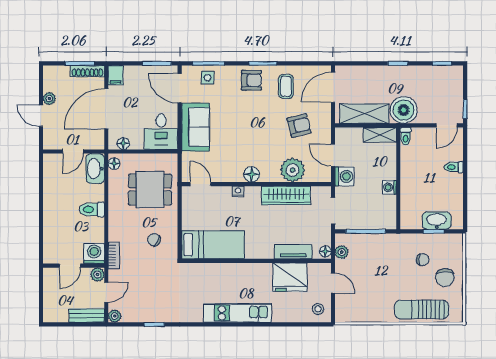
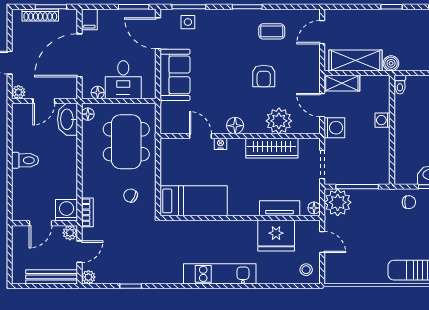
shoe rack: (87, 71) -> (40, 15), moved
armchair: (251, 80) -> (235, 25), removed
coffee table: (286, 86) -> (272, 31), turned 90
door: (333, 87) -> (322, 32), width x0.73
plant: (49, 98) -> (18, 92), moved
boiler: (404, 110) -> (391, 63), width x0.54, depth x0.54
armchair: (299, 126) -> (264, 76), moved, turned 104
desk: (161, 132) -> (123, 80), moved
shelving: (380, 135) -> (342, 83), moved
door: (200, 184) -> (200, 136), moved
washing machine: (389, 187) -> (383, 120), moved
dining table: (150, 189) -> (126, 142), width x1.38
toilet: (92, 209) -> (25, 160), moved, turned 180
plant: (342, 252) -> (338, 202), width x1.87, depth x1.87
chair: (423, 260) -> (409, 202), moved
bench: (87, 316) -> (52, 277), width x1.36

